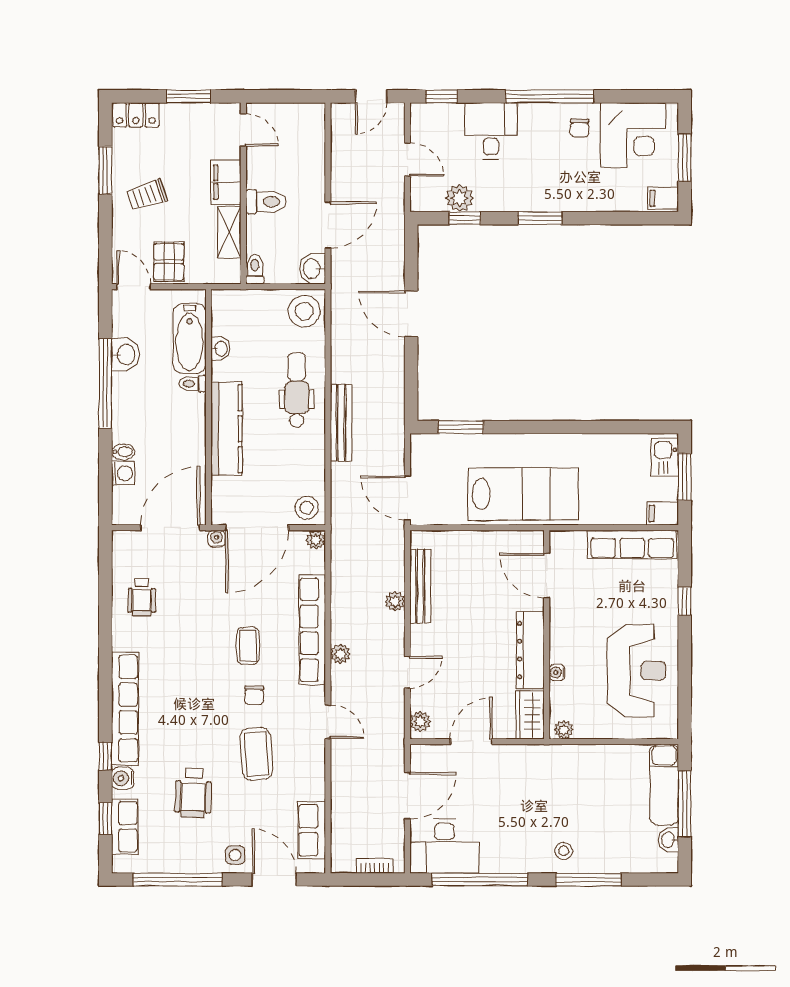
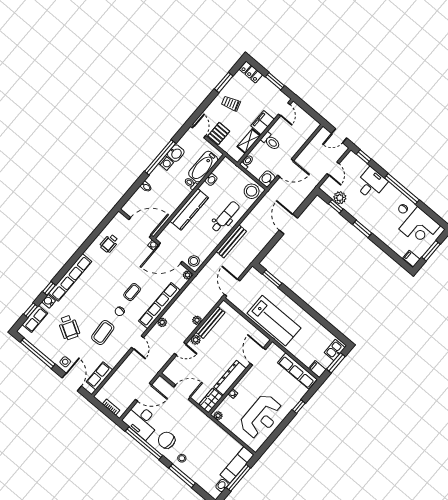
washing machine: (123, 473) -> (166, 163), moved
plant: (420, 722) -> (196, 340), moved
wheelchair: (193, 793) -> (69, 327), turned -62
chair: (513, 843) -> (167, 440), added

